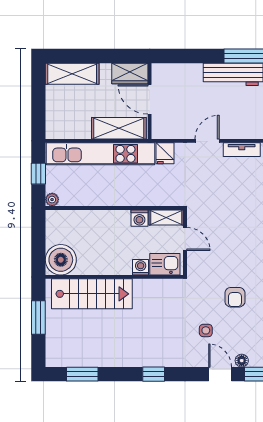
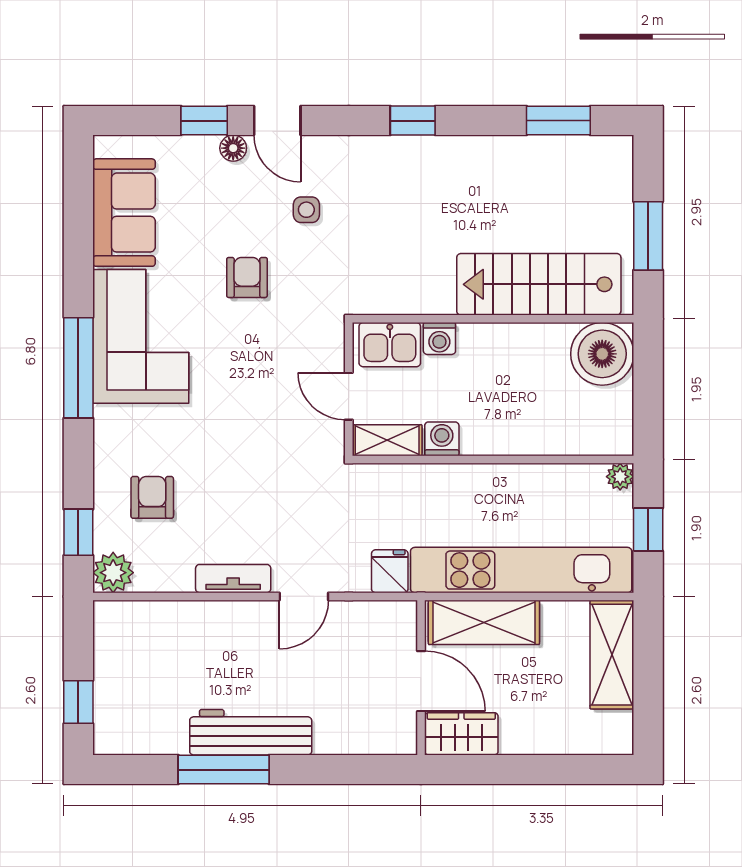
shelving: (72, 74) -> (612, 655), moved, turned 90

